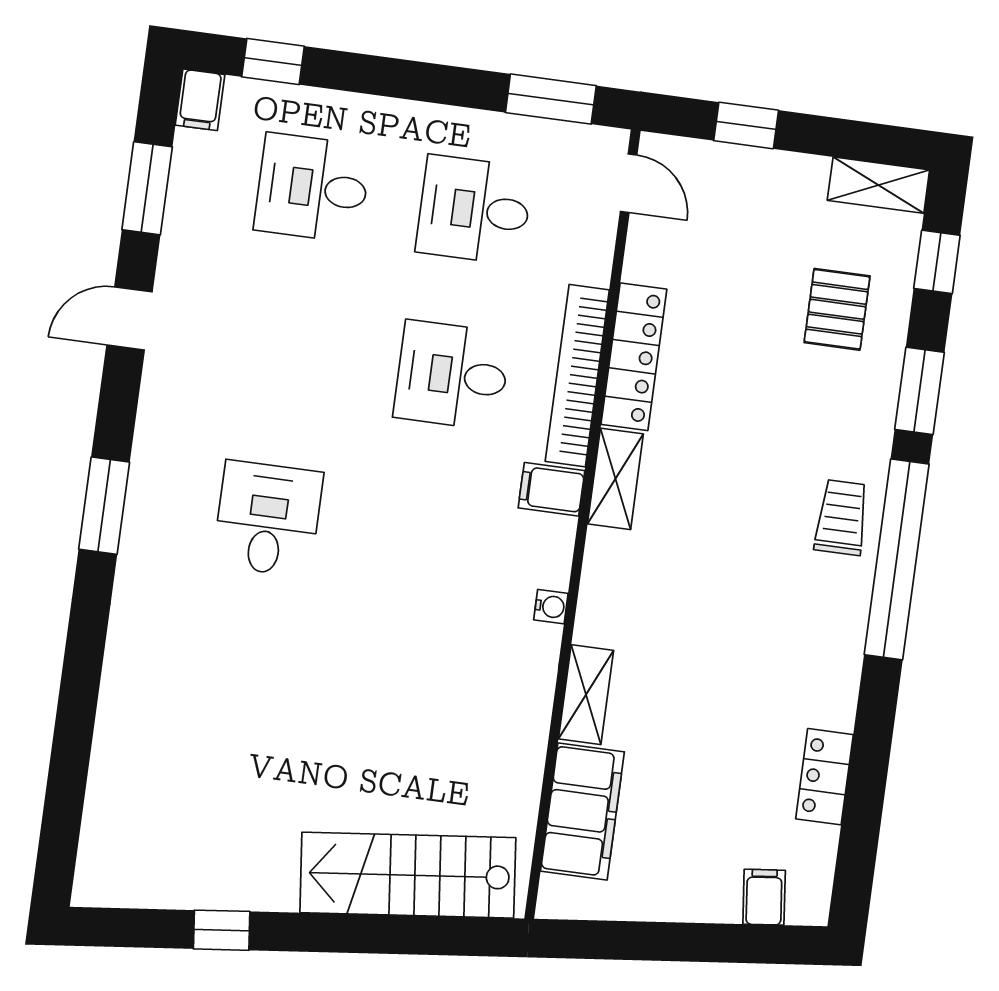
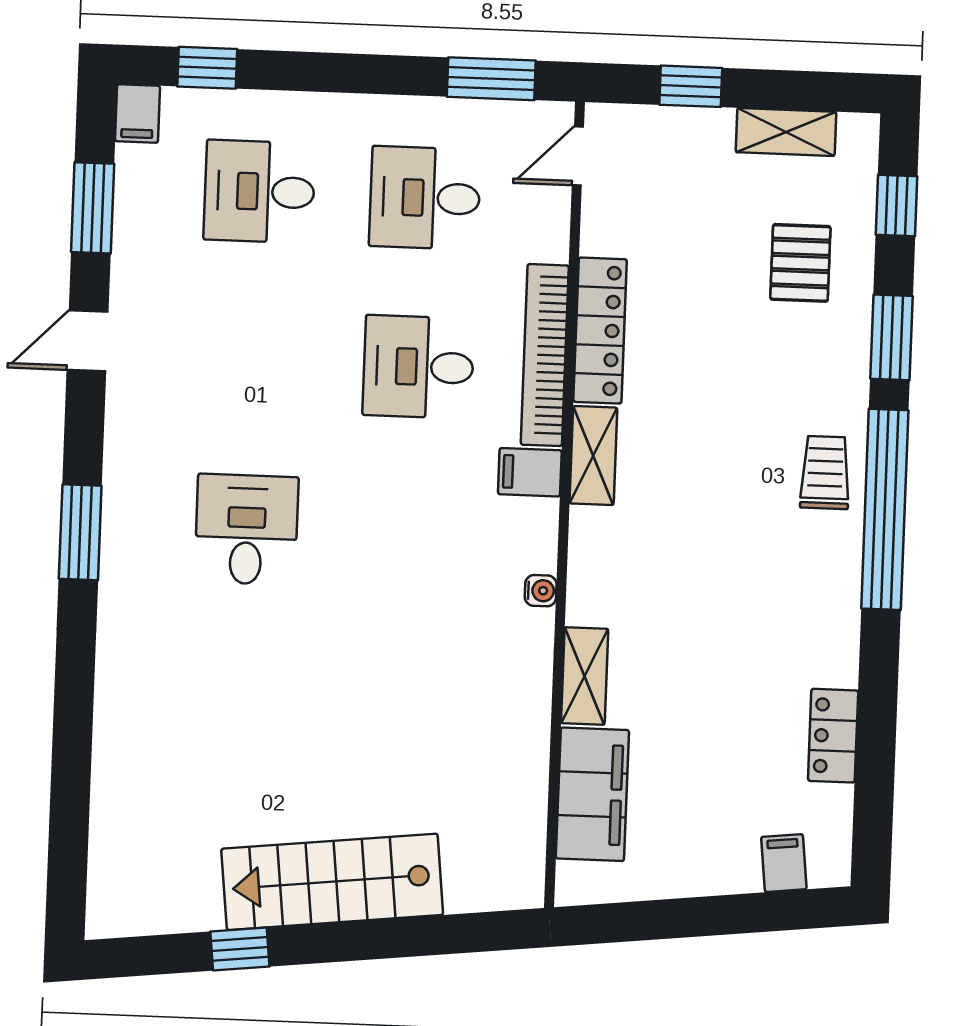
door: (629, 183) -> (578, 156), swing flipped
shelving: (878, 185) -> (786, 132), moved
stairs: (408, 875) -> (332, 882), moved

